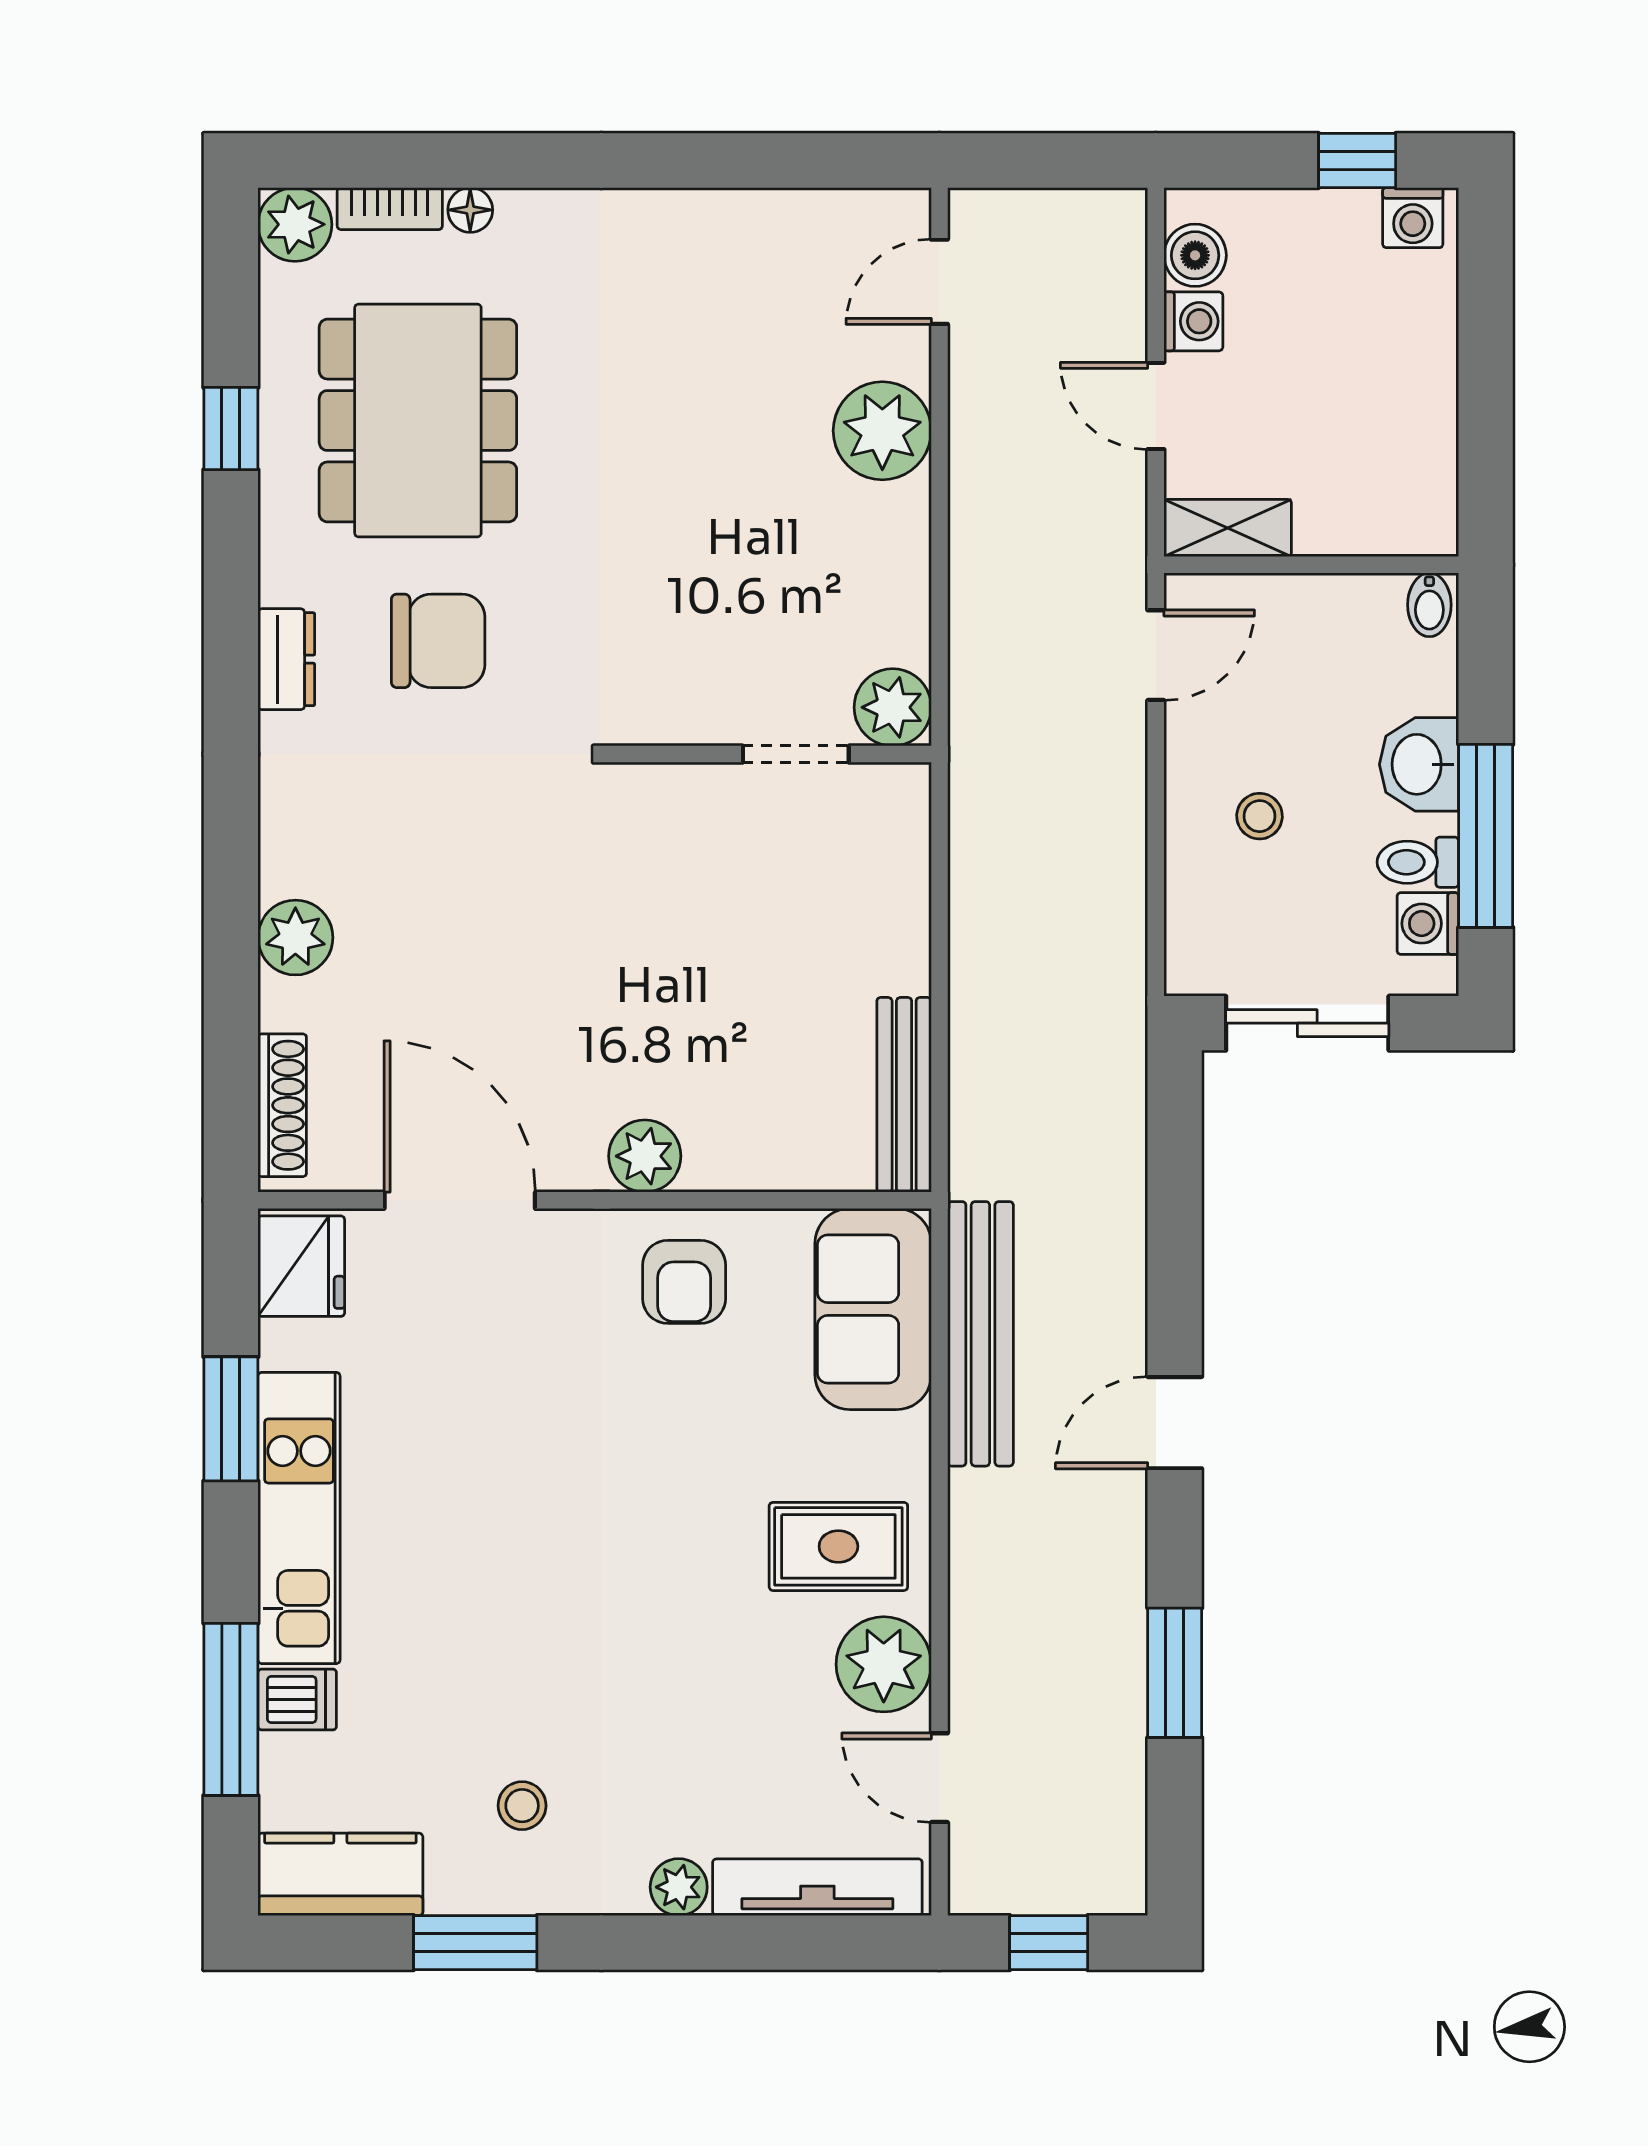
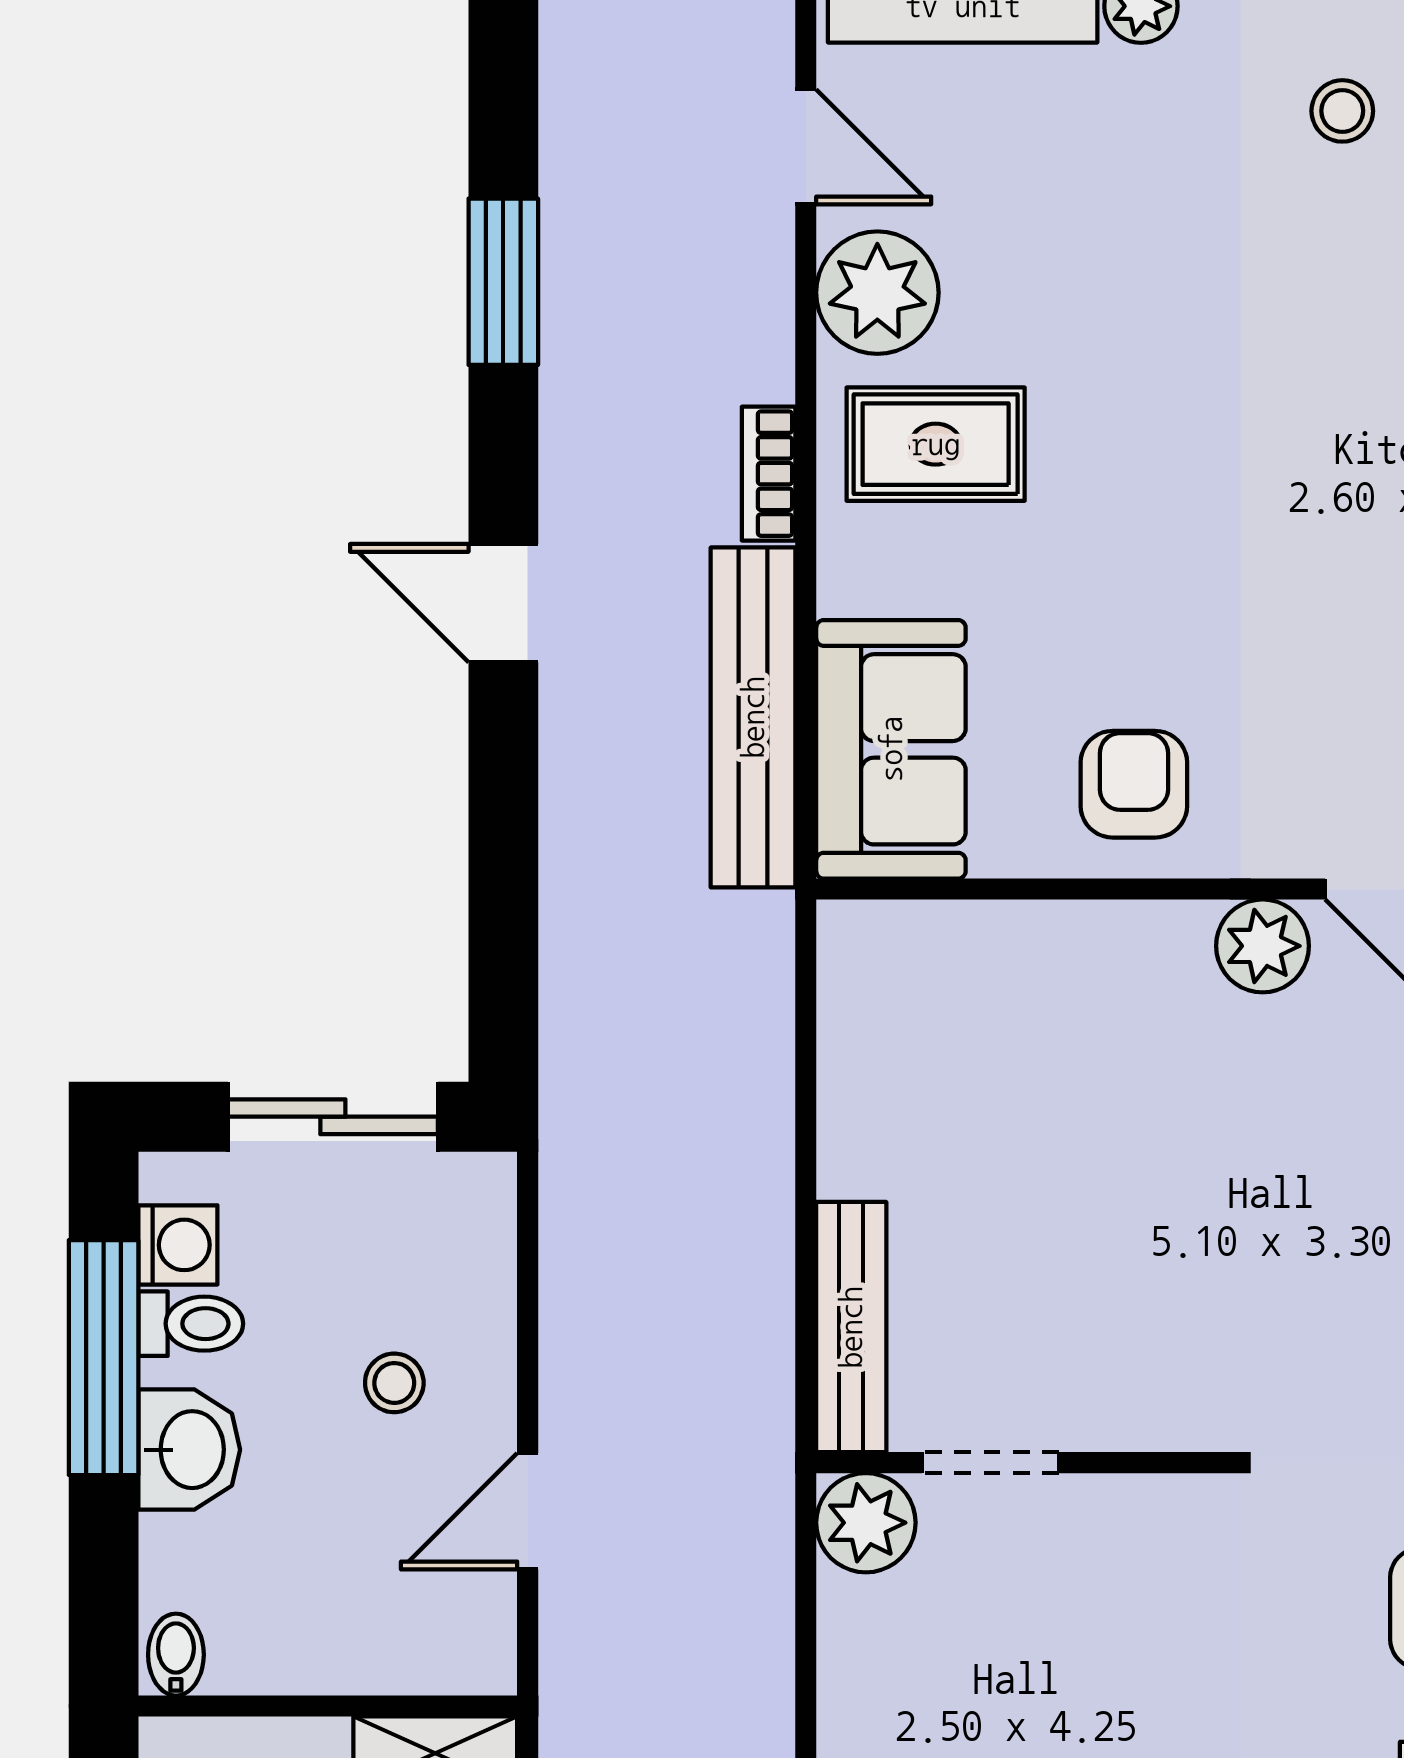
door: (1156, 655) -> (528, 1511), moved
bench: (904, 1095) -> (851, 1327), moved
plant: (645, 1156) -> (1263, 946), moved
door: (1175, 1423) -> (503, 603), swing flipped
bookcase: (968, 1524) -> (769, 474), added

